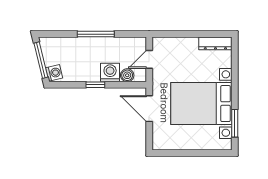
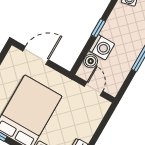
door: (149, 109) -> (36, 55), moved

